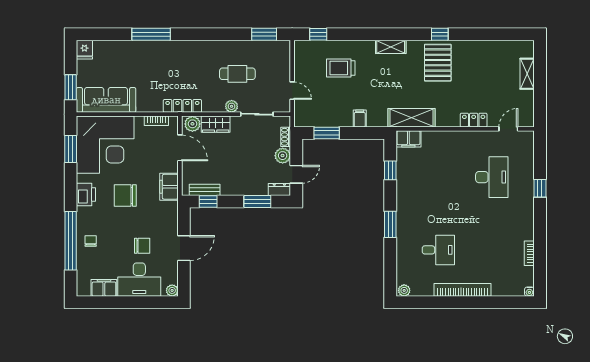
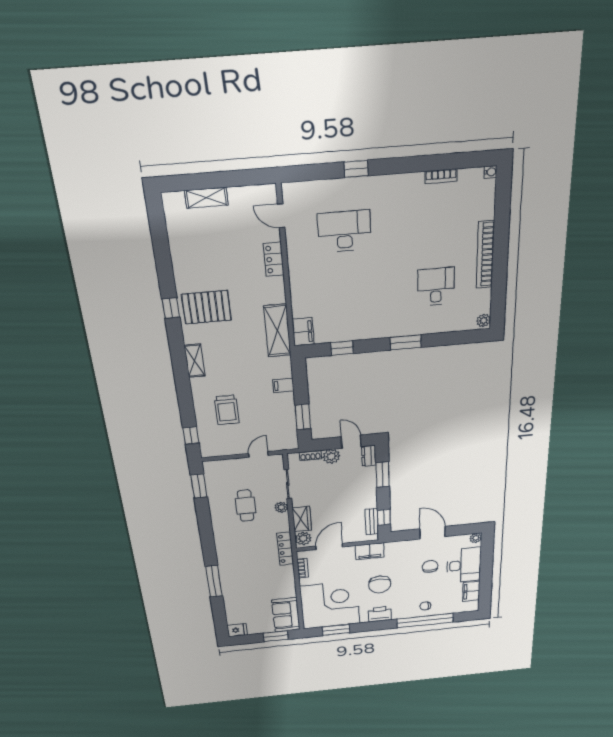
sofa: (106, 100) -> (286, 615), width x0.73

